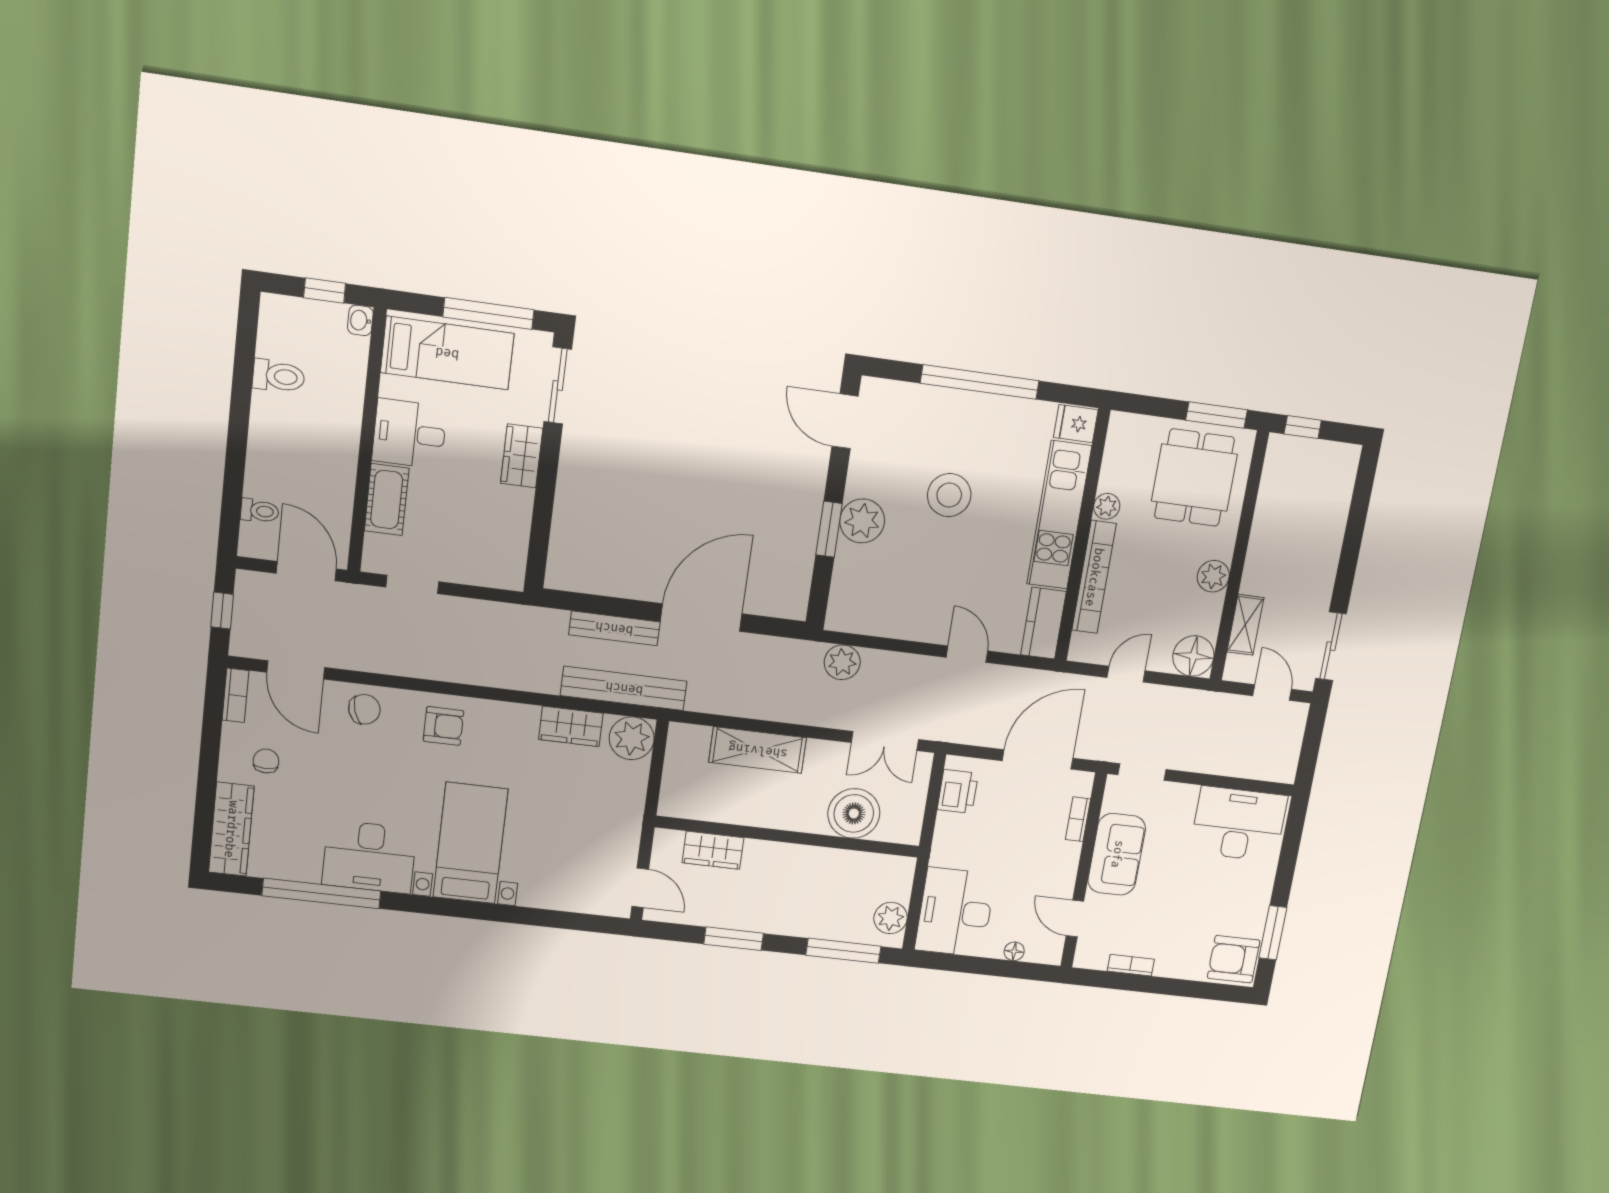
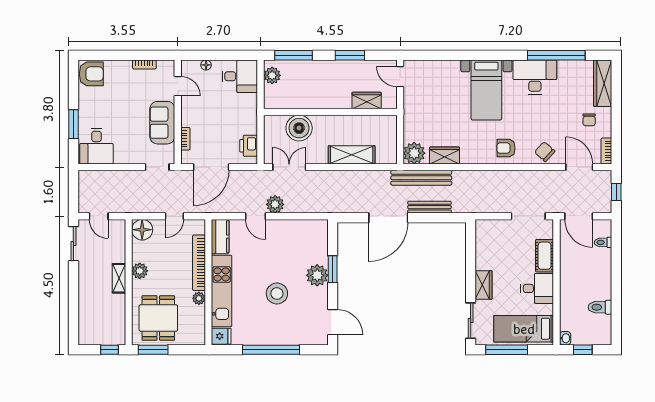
doorway: (412, 584) -> (528, 216), width x1.38
shelving: (1245, 625) -> (119, 278), moved
plant: (842, 662) -> (275, 204), moved
chair: (364, 709) -> (545, 152), turned 59
desk: (1238, 824) -> (96, 146), width x0.73
desk: (955, 912) -> (240, 76), width x0.73
window: (1273, 933) -> (73, 124), moved

